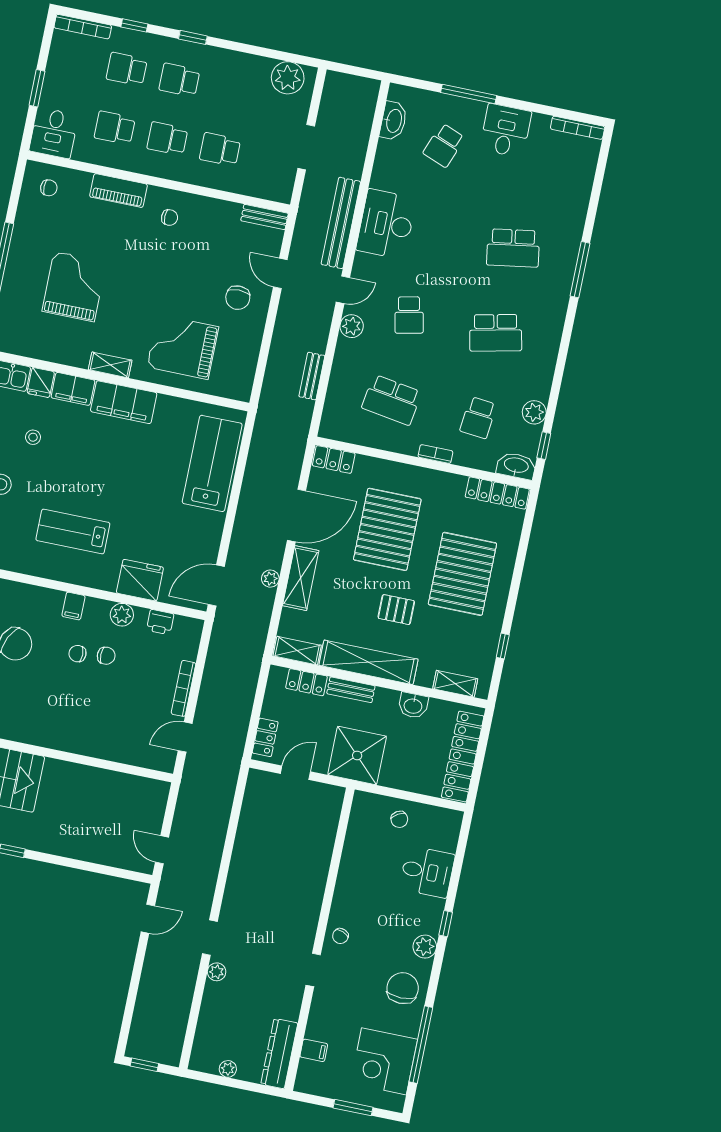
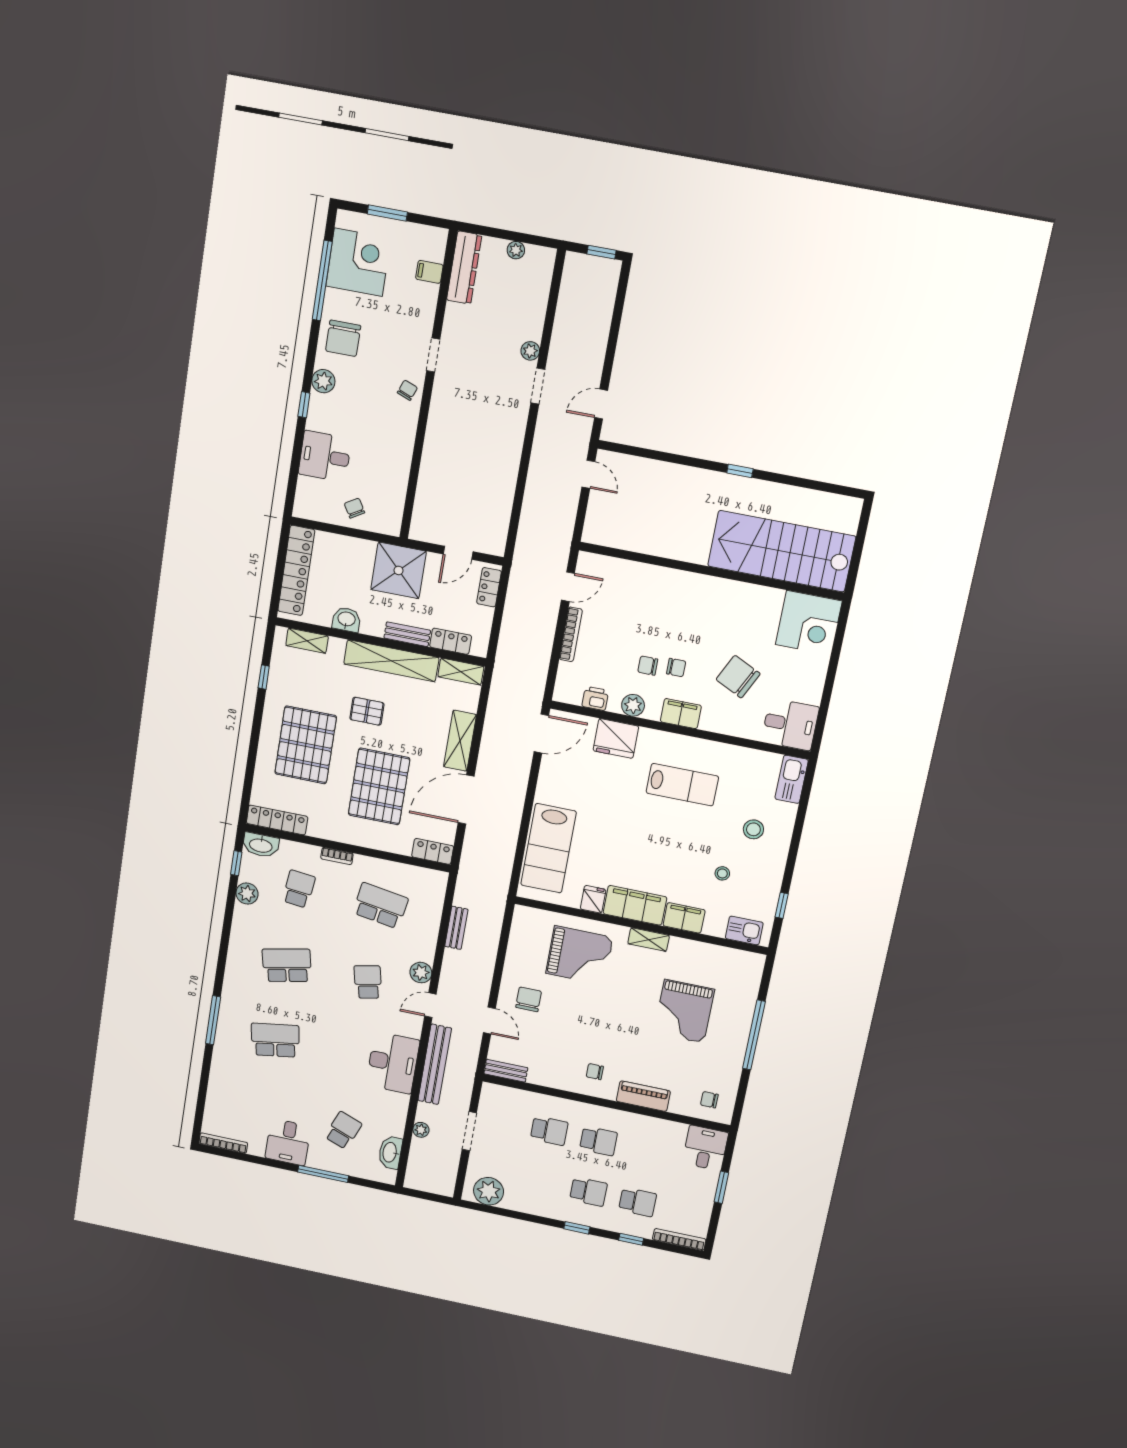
school desk: (115, 128) -> (648, 1151), removed
fridge: (41, 383) -> (593, 899), moved
plant: (270, 579) -> (421, 1130), moved
filing cabinet: (73, 606) -> (681, 714), width x2.00

